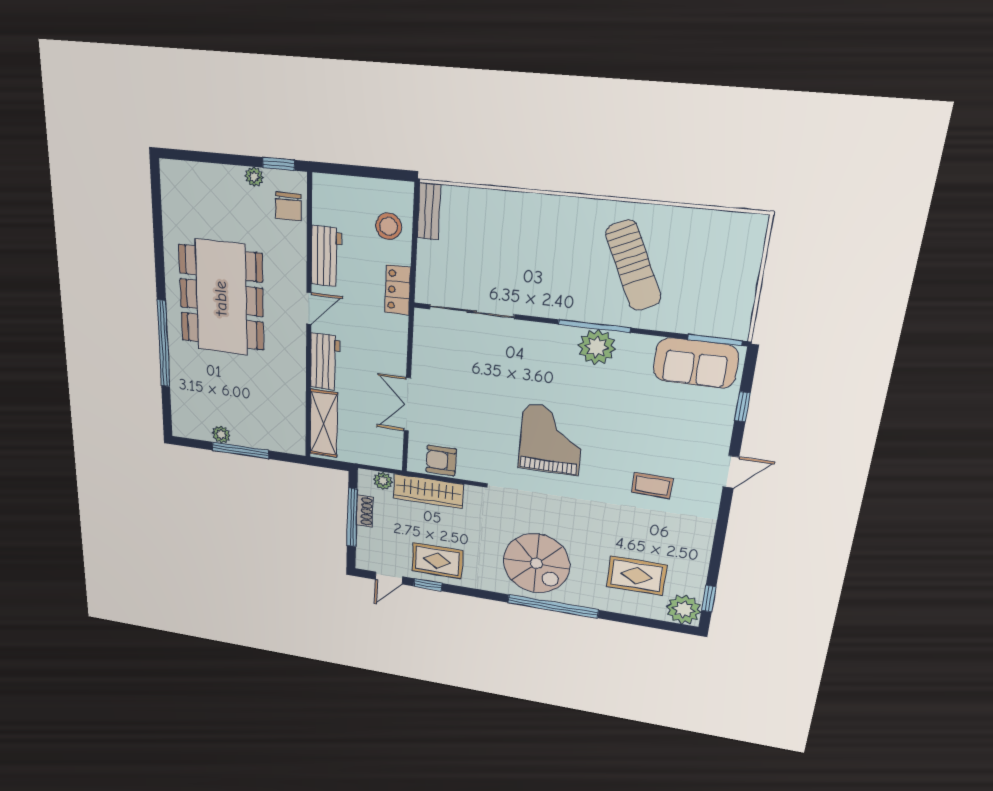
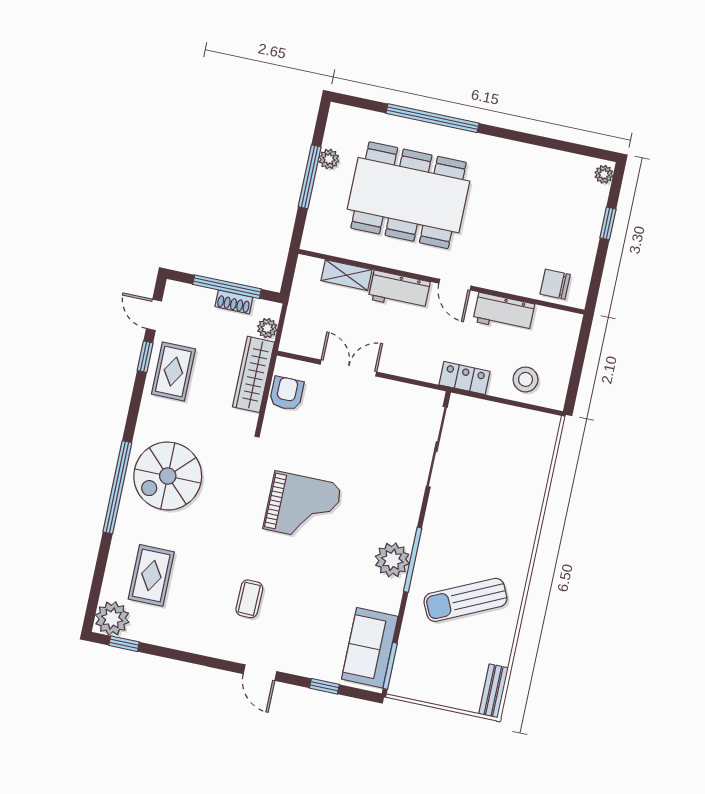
window: (279, 164) -> (608, 223), moved
plant: (254, 177) -> (604, 174), moved
bench: (429, 211) -> (493, 691), moved, turned 90
dining table: (221, 298) -> (409, 195), moved
shelving: (324, 423) -> (347, 275), width x0.67, depth x0.75

